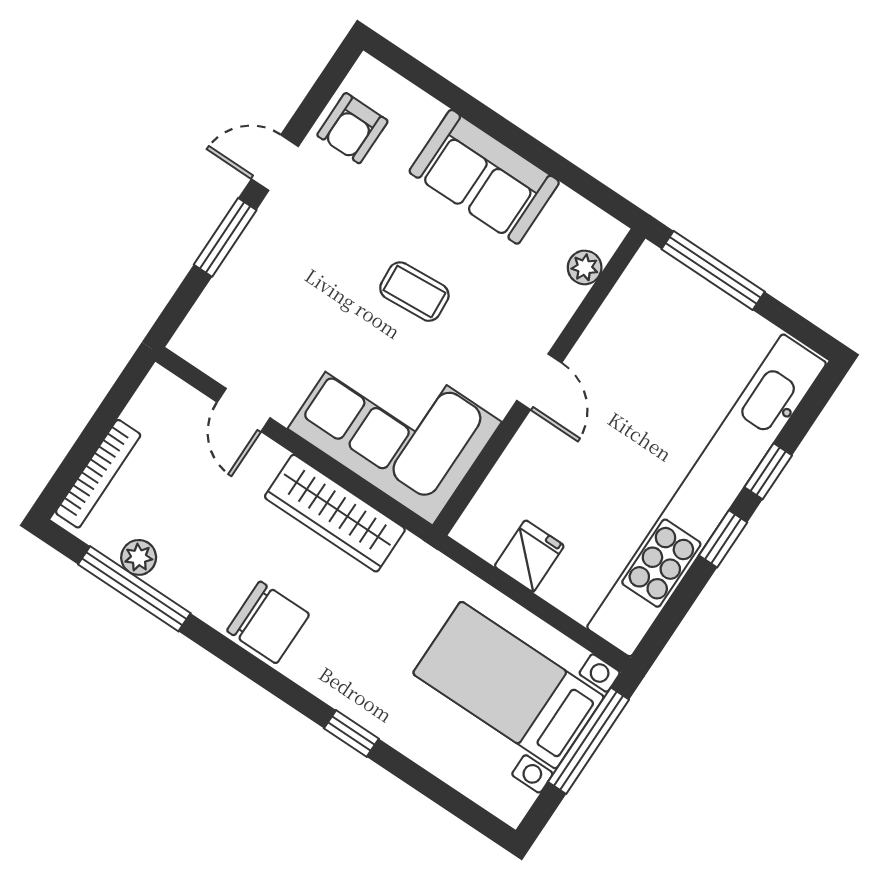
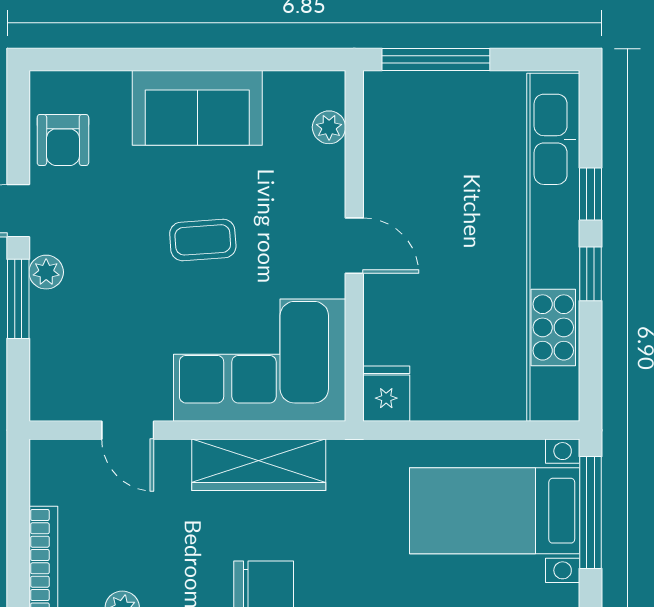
plant: (264, 230) -> (46, 272), added
fridge: (529, 556) -> (386, 394), moved

